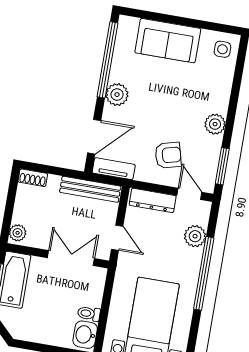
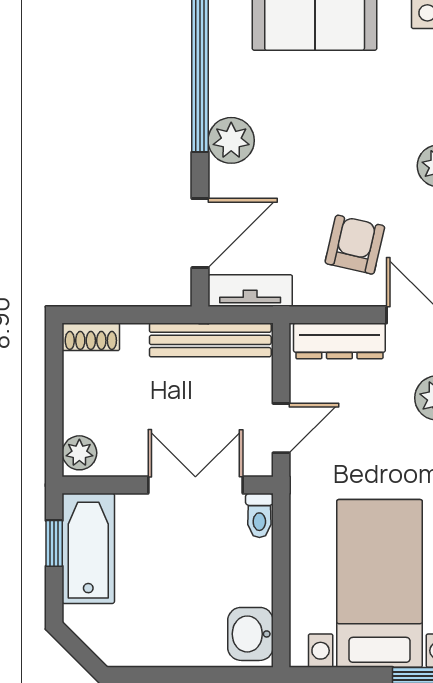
armchair: (168, 155) -> (355, 245), turned -62
door: (117, 238) -> (281, 428), hinge flipped
toilet: (89, 314) -> (259, 515), moved, turned -90

